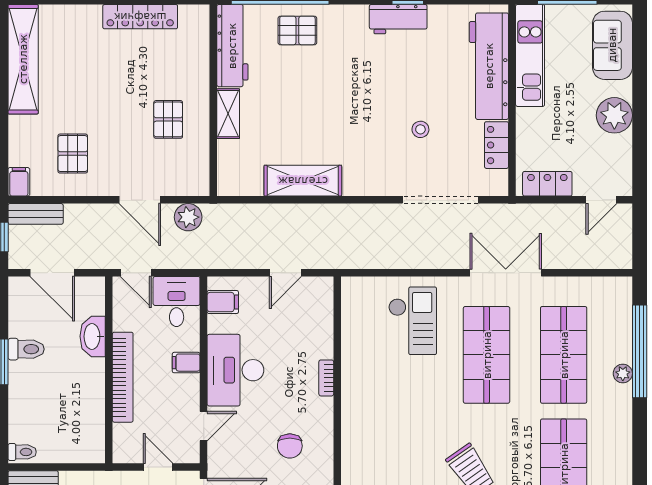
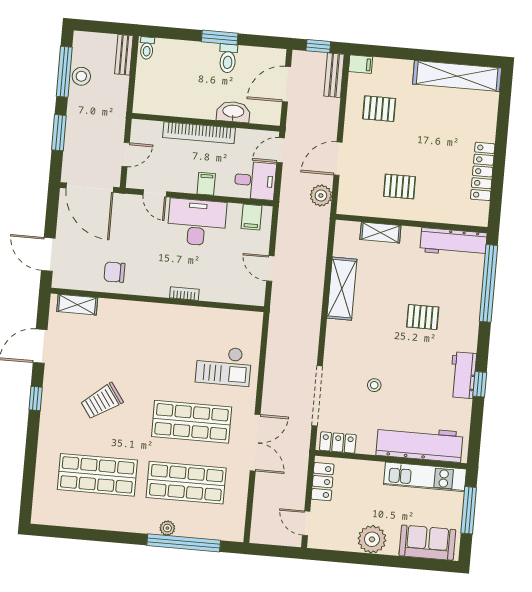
pallet: (297, 30) -> (423, 317), moved, turned 90
shelving: (228, 114) -> (380, 233), moved
locker: (496, 145) -> (338, 442), moved
chair: (290, 446) -> (114, 272), moved

